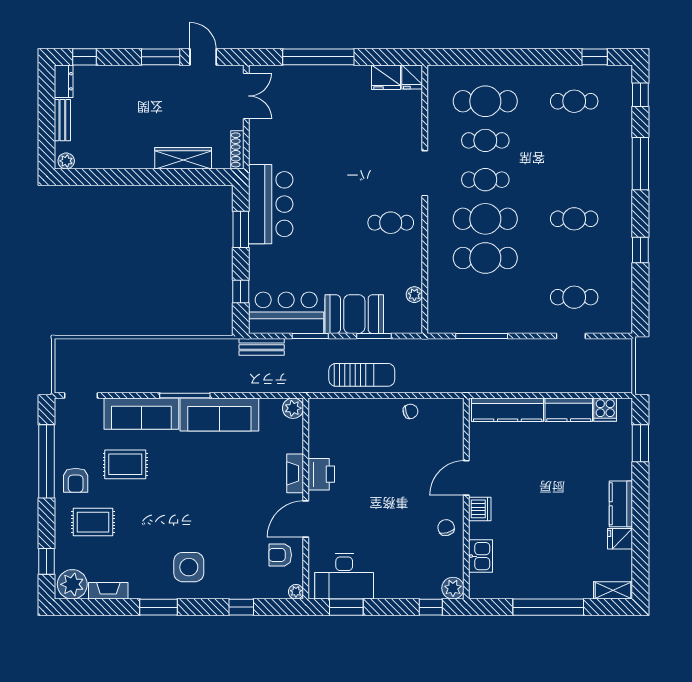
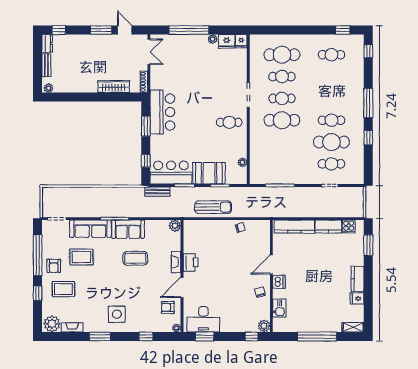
plant: (361, 73) -> (213, 39), added
window: (640, 164) -> (368, 103), moved
cafe table: (485, 258) -> (331, 142), moved
sofa: (219, 414) -> (128, 229), width x0.73
coffee table: (222, 467) -> (135, 258), added
window: (47, 561) -> (38, 293), moved

